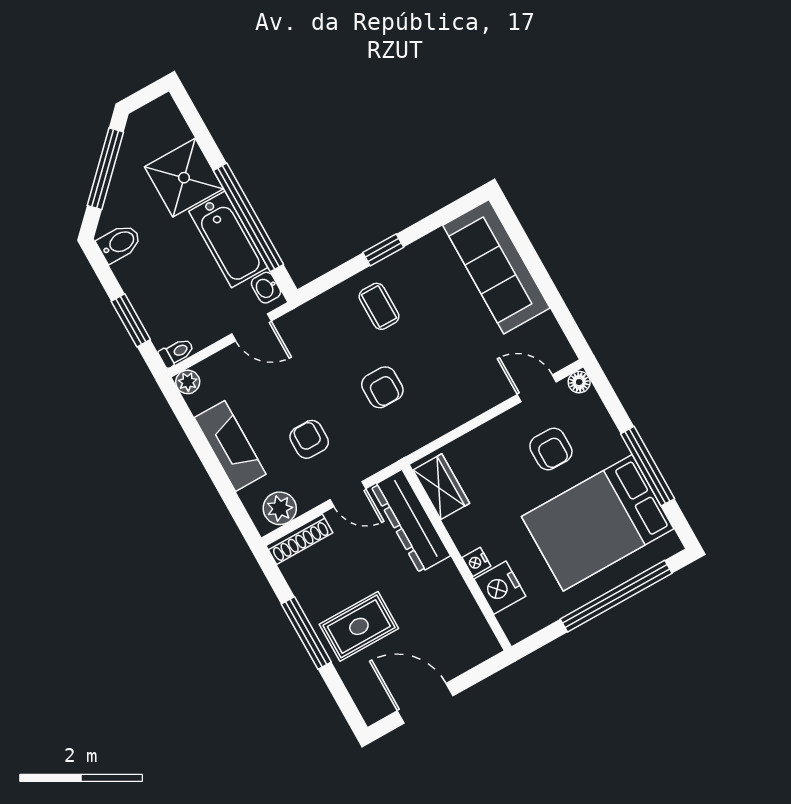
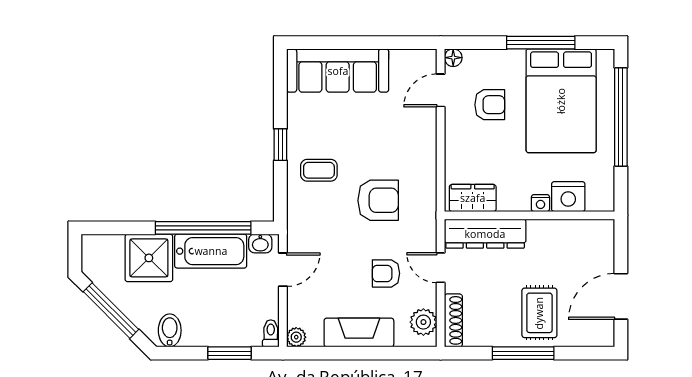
armchair: (382, 387) -> (378, 200), width x1.38, depth x1.38
door: (348, 494) -> (441, 268), swing flipped

